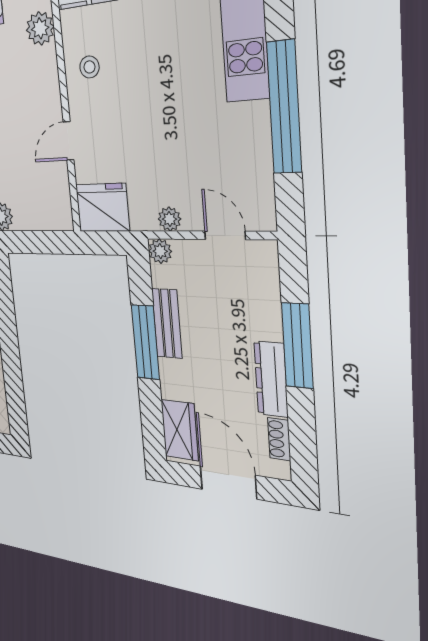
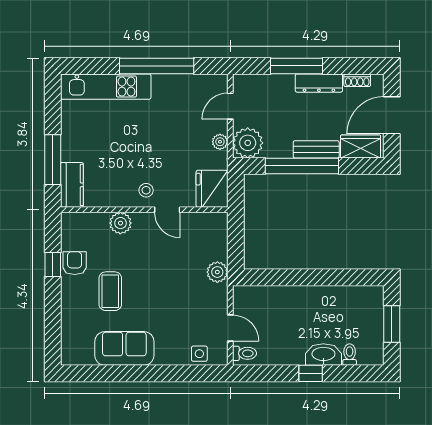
plant: (40, 28) -> (120, 223), moved
stool: (89, 67) -> (146, 190), moved
plant: (160, 251) -> (248, 143), width x1.87, depth x1.87
bench: (167, 323) -> (316, 149), moved
window: (145, 342) -> (302, 166), width x1.46

